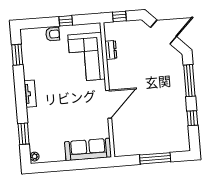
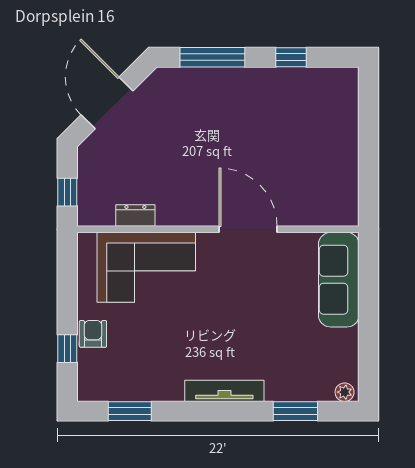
window: (66, 21) -> (67, 349), moved
tv unit: (30, 94) -> (224, 391), width x1.41
window: (155, 158) -> (368, 141), removed

